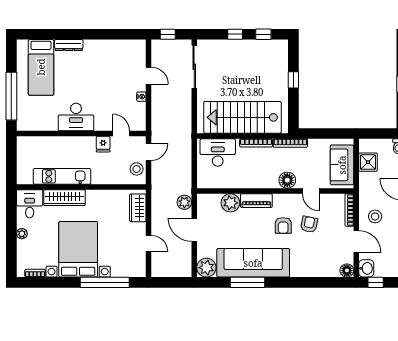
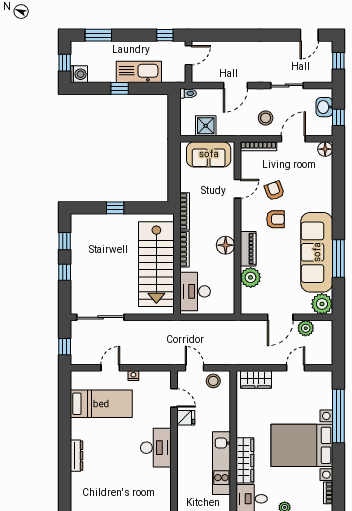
bed: (41, 67) -> (101, 404), moved
door: (121, 133) -> (174, 398), swing flipped
floor lamp: (287, 180) -> (226, 245), moved
plant: (184, 202) -> (306, 328), moved
armchair: (309, 224) -> (274, 191), turned 58
washbasin: (366, 268) -> (324, 107), moved, turned -90

